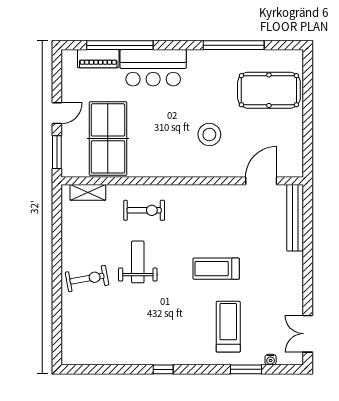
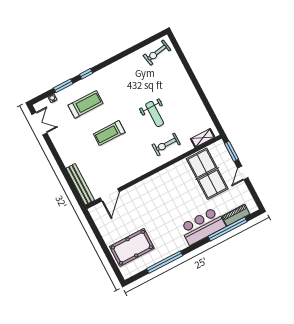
stool: (209, 135) -> (152, 205), removed
treadmill: (216, 269) -> (109, 133), turned 180
exercise bike: (87, 279) -> (157, 53), moved
treadmill: (228, 327) -> (86, 104), turned -90
window: (163, 369) -> (86, 74), moved

